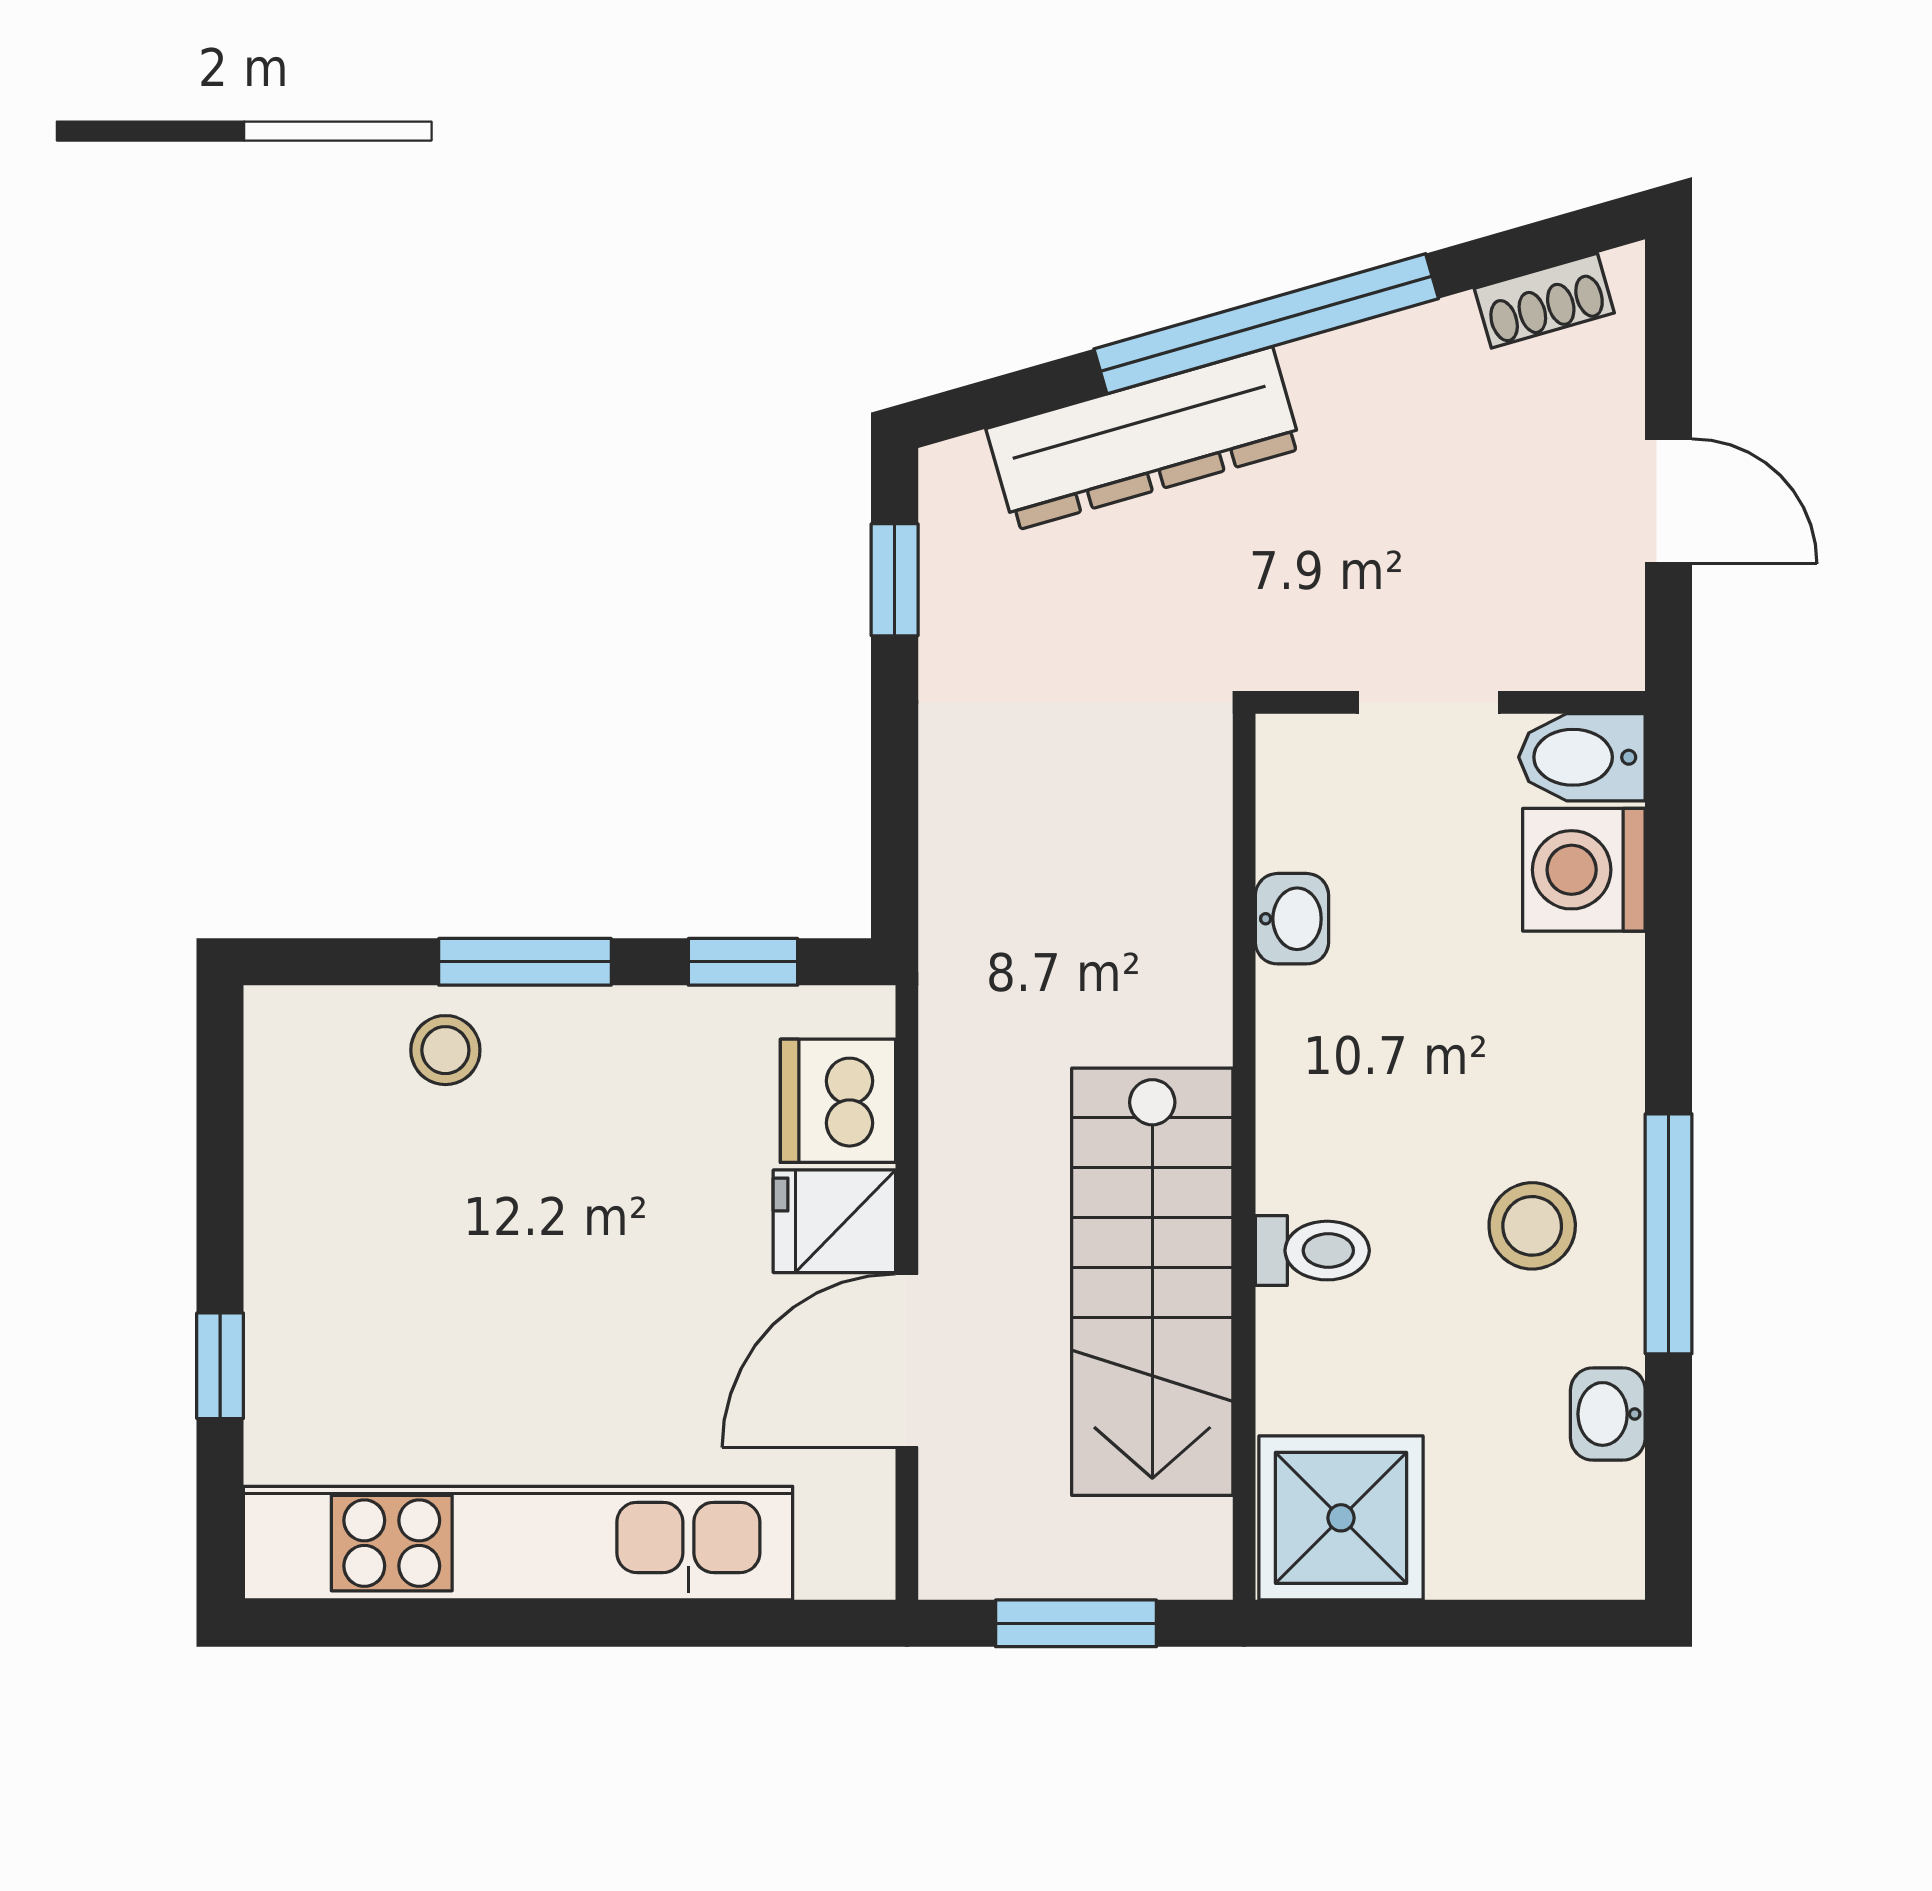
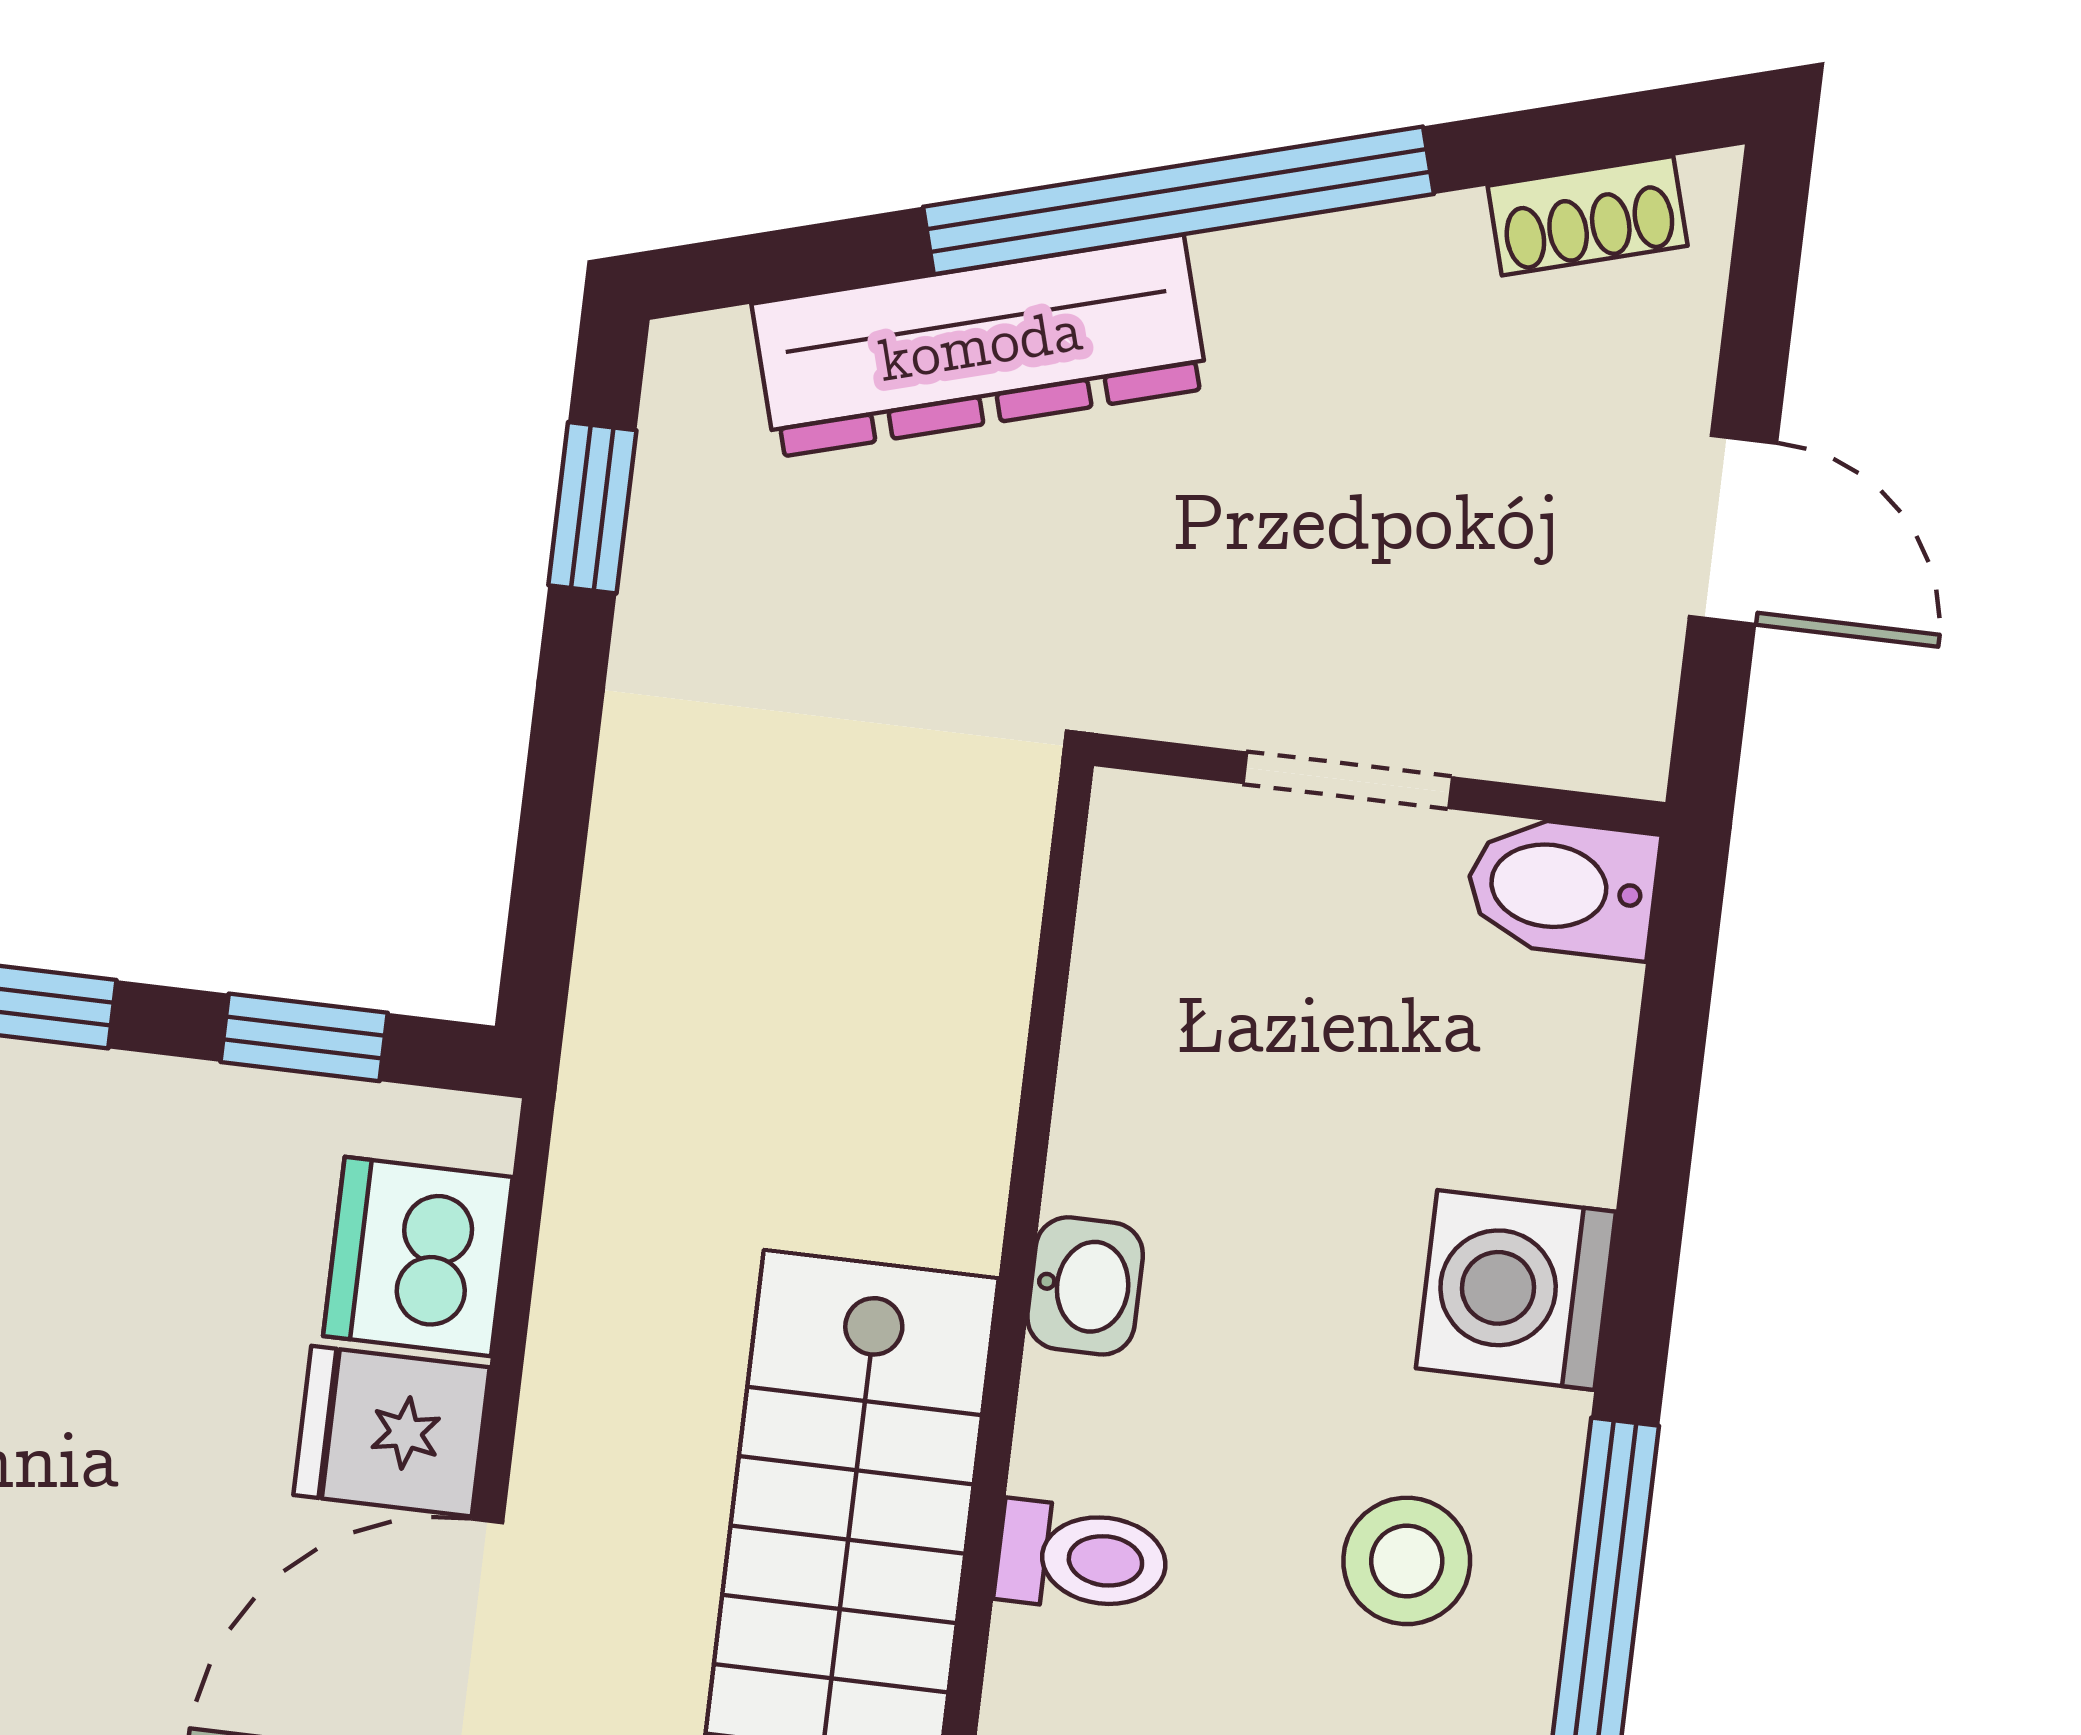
washing machine: (1584, 870) -> (1516, 1290), moved
washbasin: (1292, 919) -> (1085, 1286), moved

